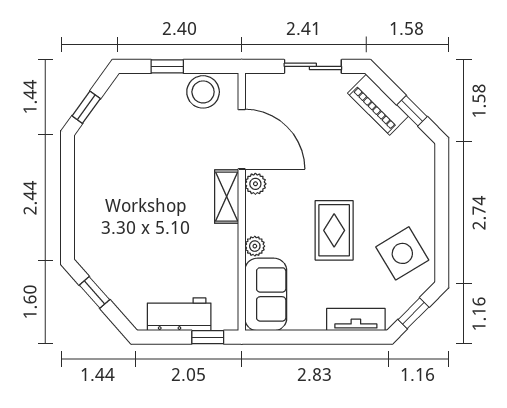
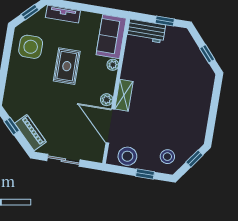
stool: (134, 103) -> (167, 157), added
side table: (402, 253) -> (31, 47), turned 31
workbench: (179, 314) -> (146, 31), moved
window: (208, 337) -> (165, 21), moved

